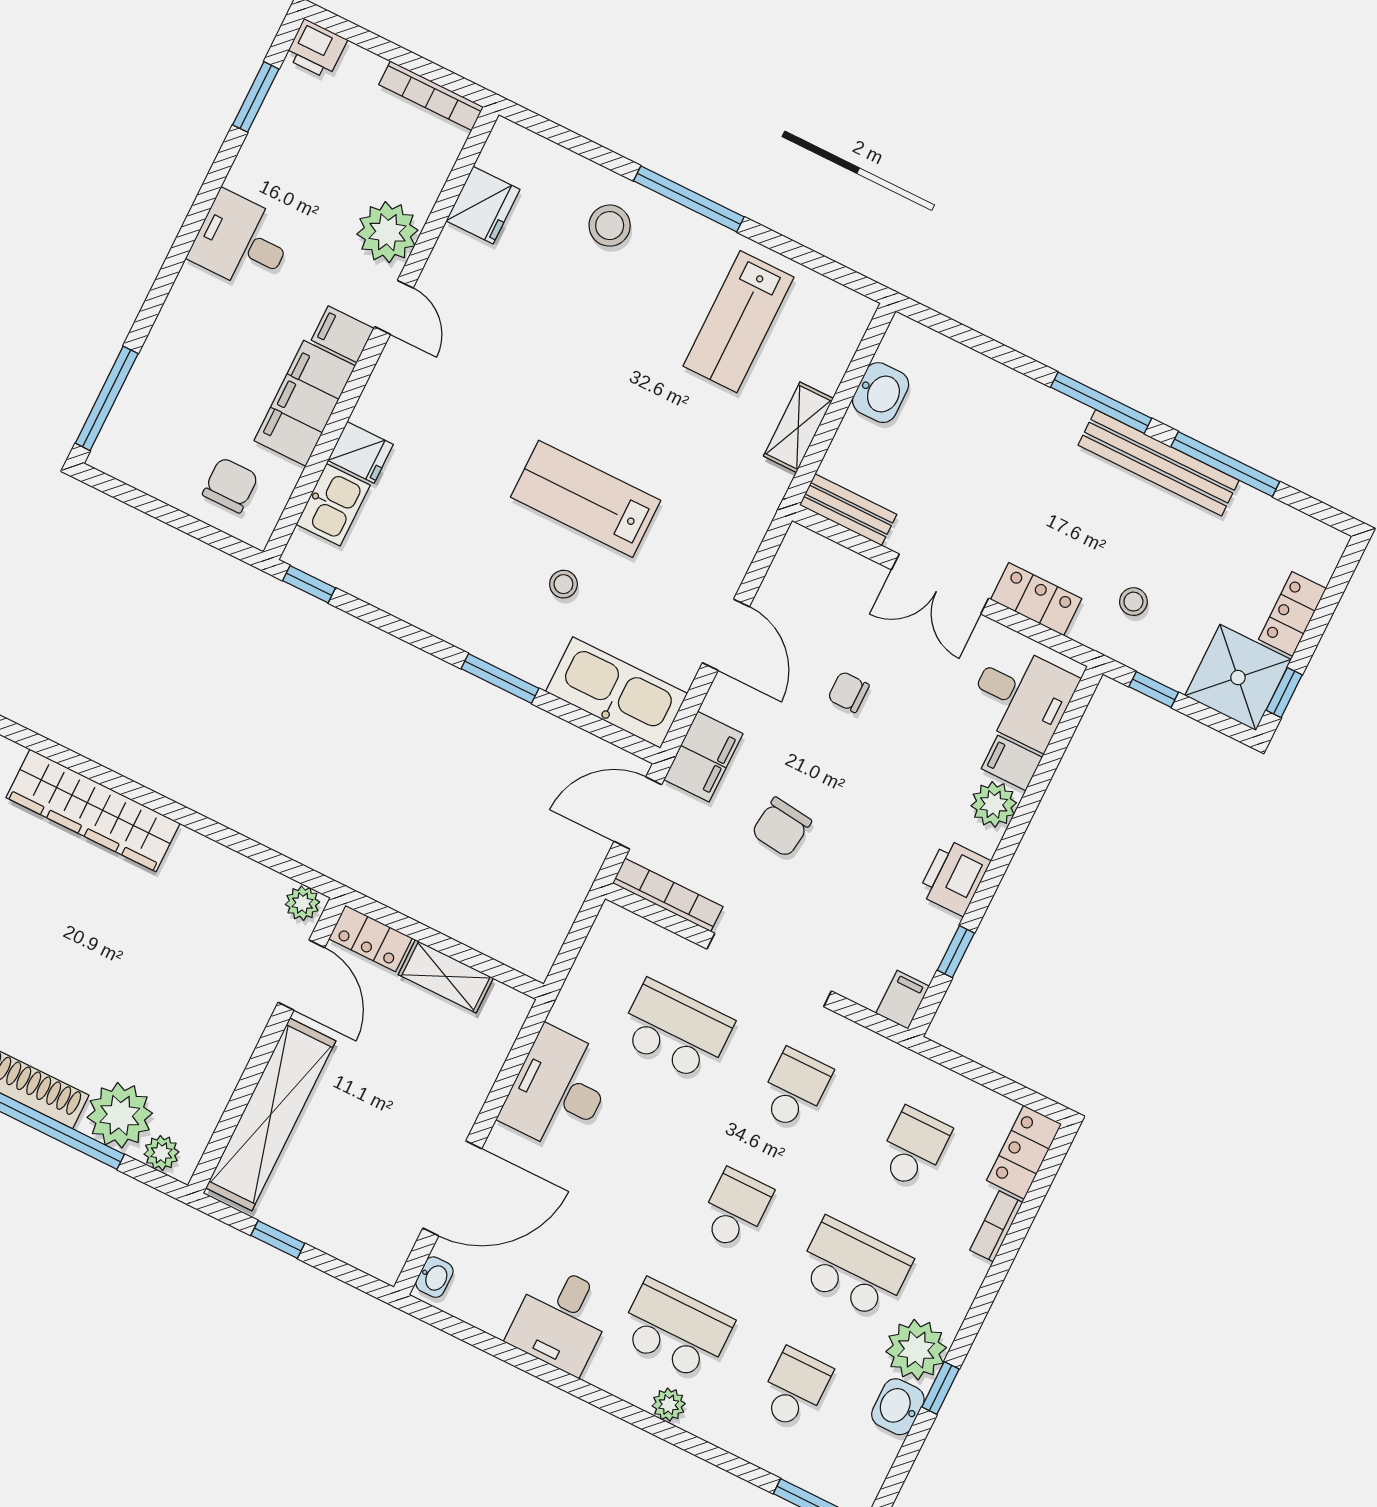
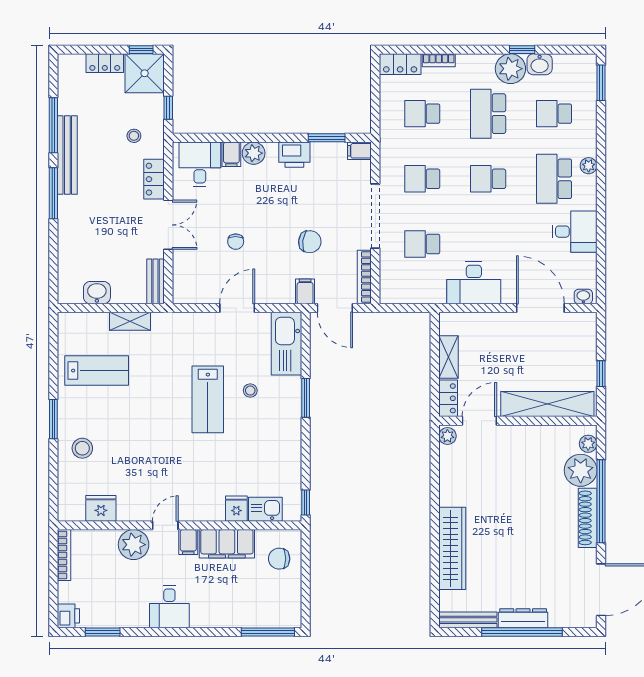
window: (689, 199) -> (53, 419), width x0.69
filing cabinet: (703, 757) -> (305, 291), width x0.50
window: (956, 952) -> (327, 138), width x1.50
school desk: (676, 1030) -> (422, 244), width x0.54

